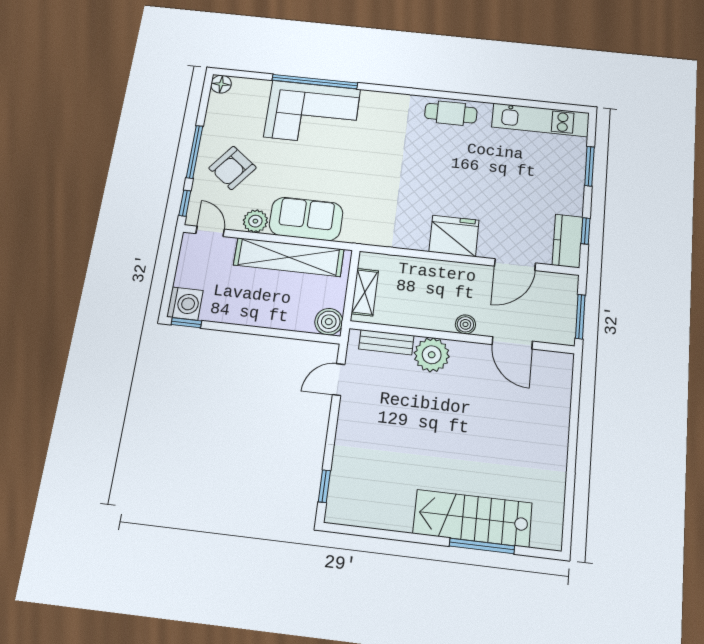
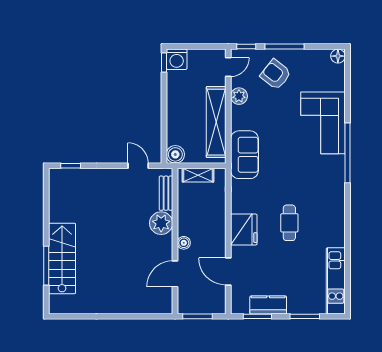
window: (315, 82) -> (347, 153), moved
cafe table: (451, 113) -> (289, 223), moved
sofa: (306, 219) -> (244, 155), moved
window: (585, 231) -> (257, 316), width x1.50
kitchen counter: (568, 241) -> (268, 305), moved

